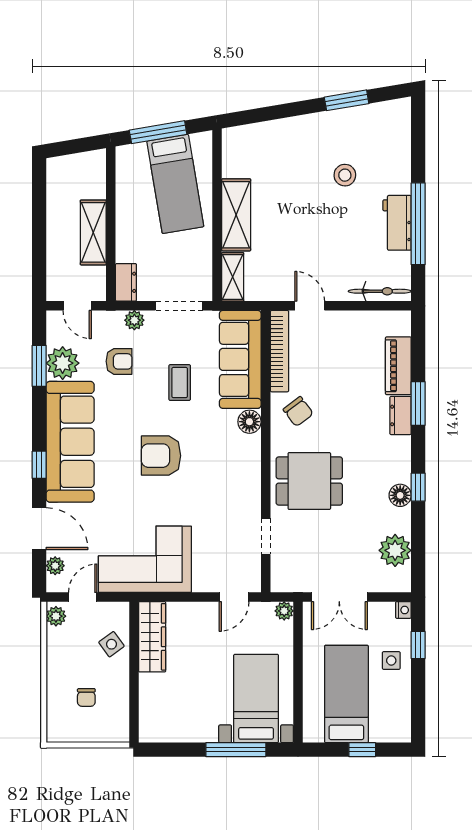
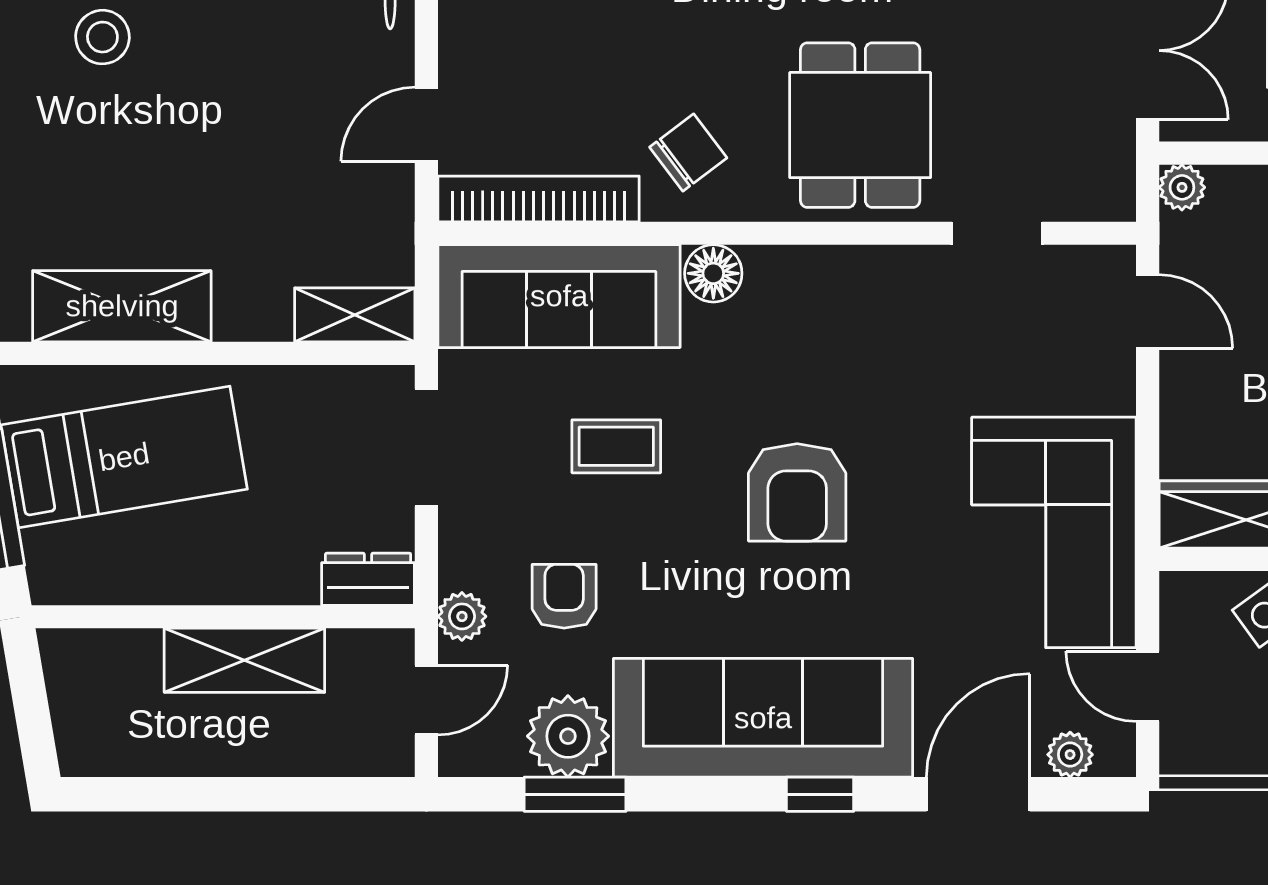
shelving: (236, 215) -> (122, 306), moved
plant: (134, 320) -> (462, 616), moved
plant: (56, 616) -> (1195, 753), removed

